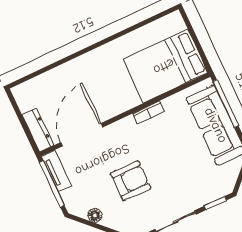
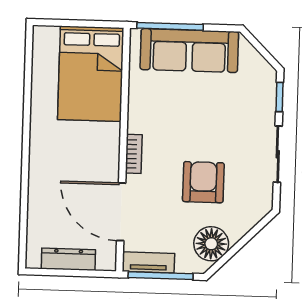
bookcase: (148, 113) -> (134, 154), moved
dresser: (38, 130) -> (68, 259), moved
floor lamp: (95, 215) -> (211, 244), width x1.89, depth x1.89

